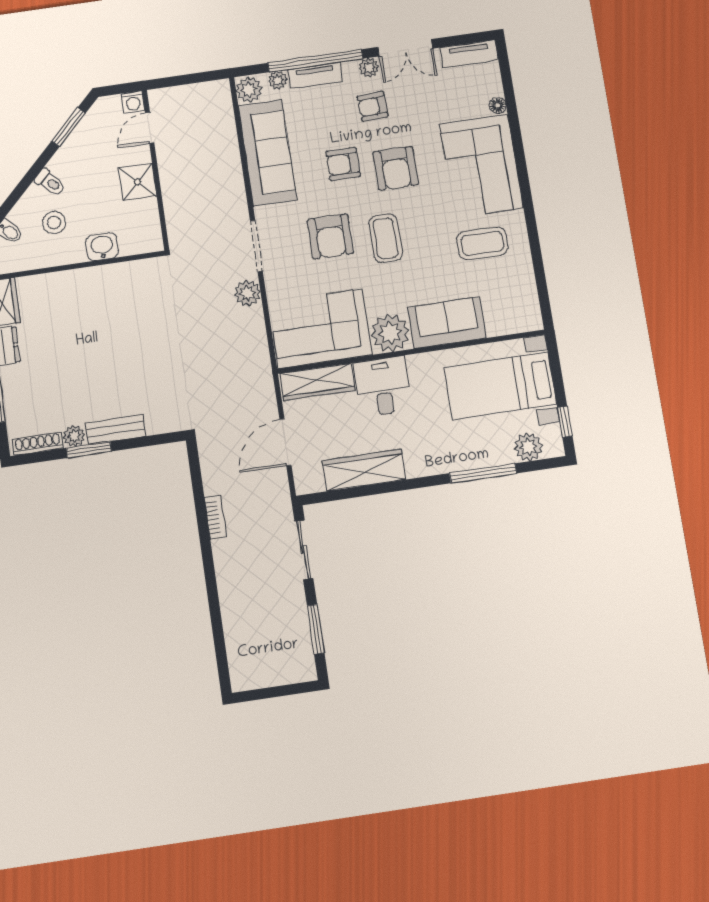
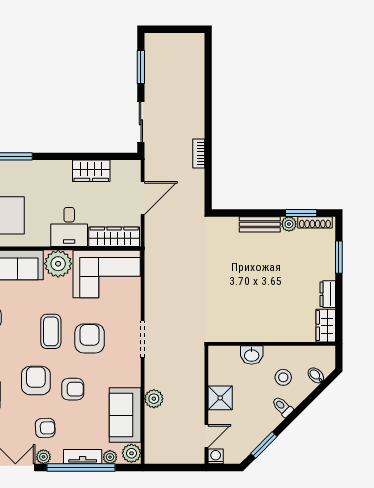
sofa: (267, 153) -> (125, 415), width x0.73
plant: (248, 293) -> (154, 399), moved
window: (89, 450) -> (301, 213), moved
wardrobe: (364, 470) -> (91, 171), width x0.67

